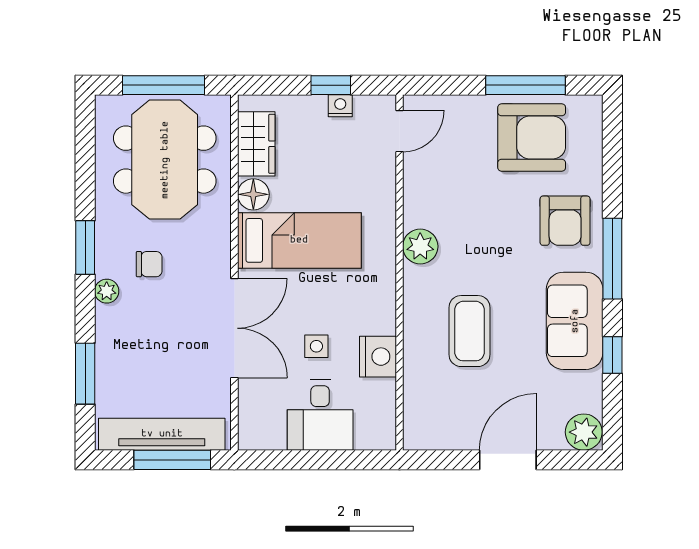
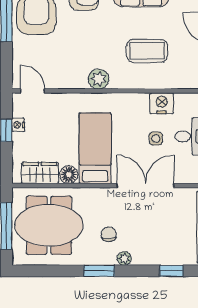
window: (85, 374) -> (171, 271), width x0.67

